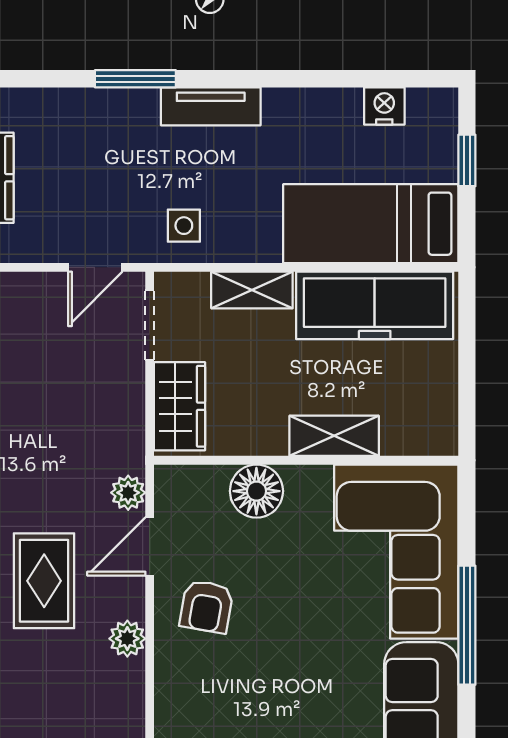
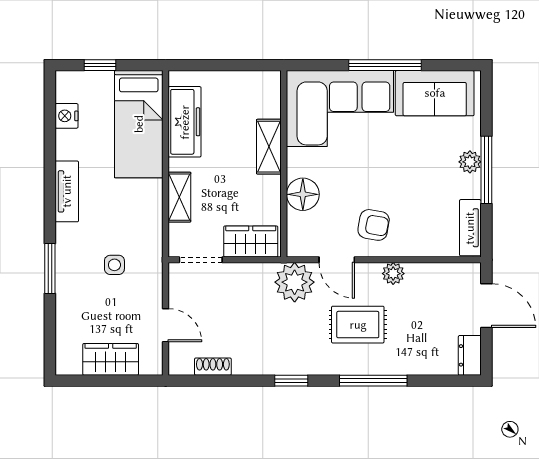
tv unit: (211, 106) -> (67, 191), moved
side table: (184, 226) -> (114, 265), moved
door: (95, 267) -> (166, 325), moved
freezer: (375, 305) -> (185, 122), width x0.73, depth x0.79
plant: (128, 493) -> (295, 282), width x1.87, depth x1.87

